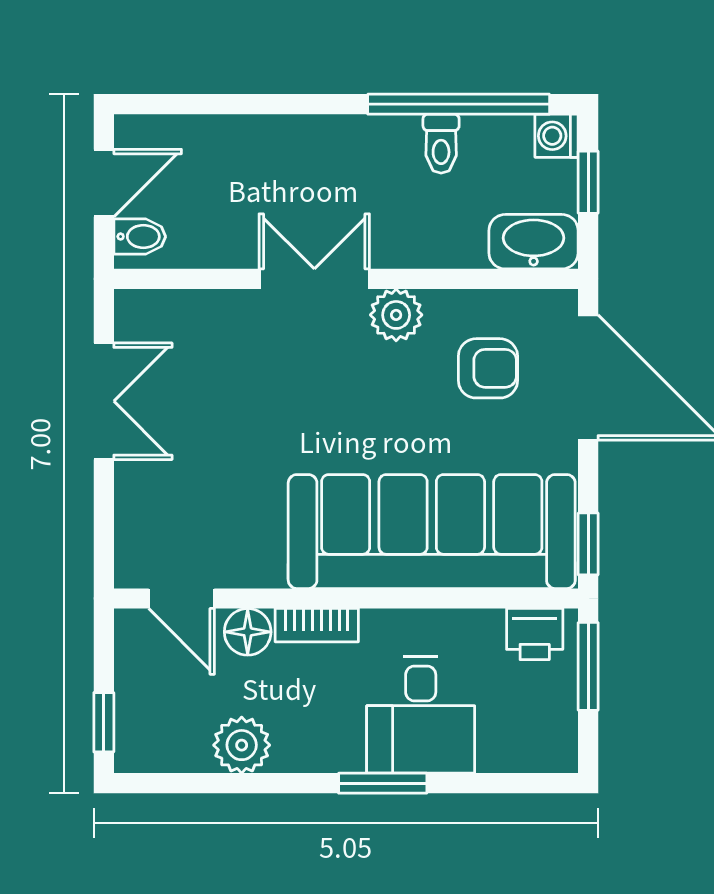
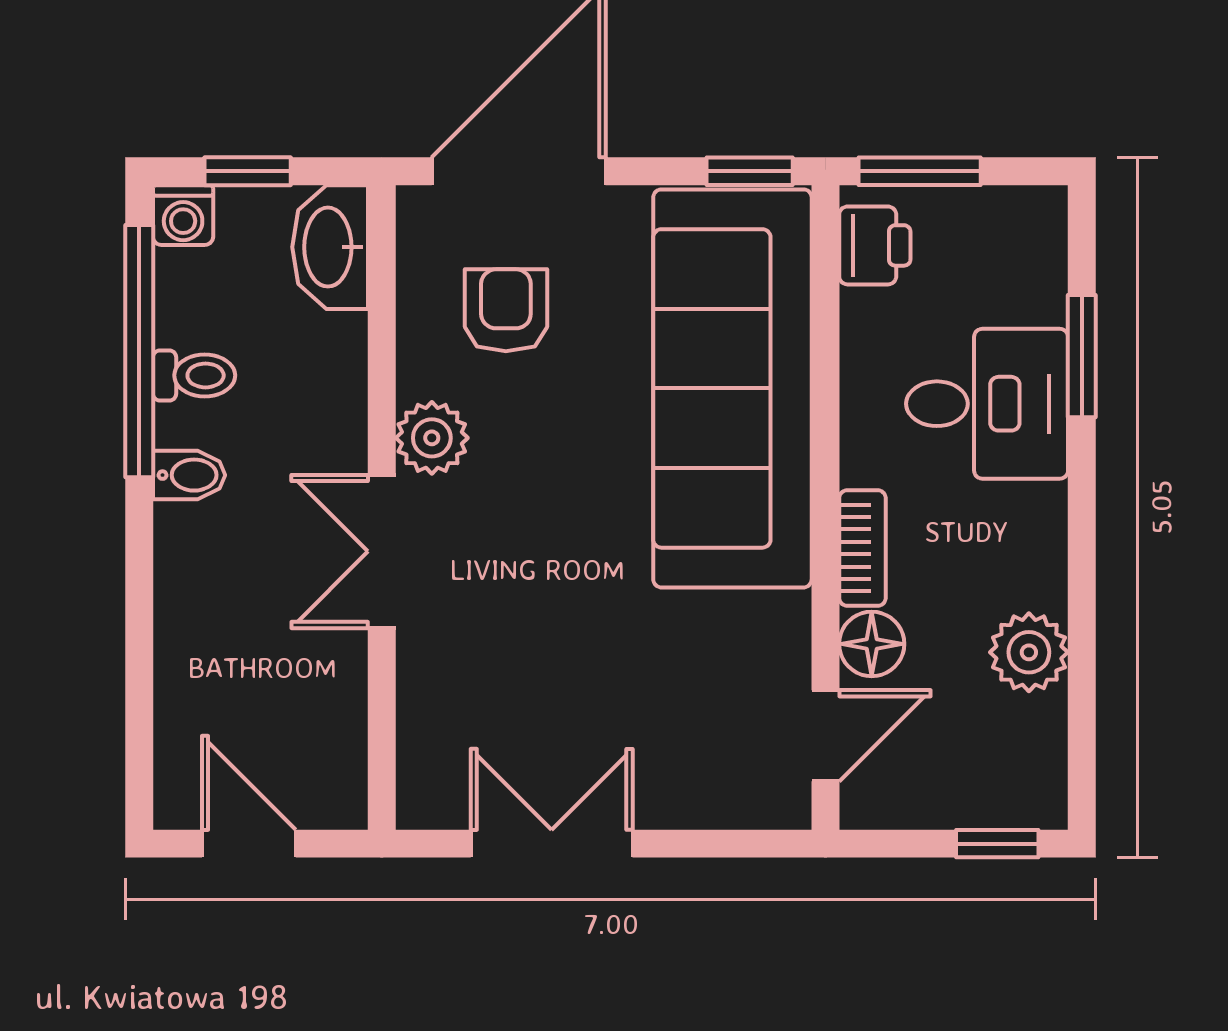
bidet: (140, 237) -> (189, 475), moved, turned 90
window: (383, 783) -> (1082, 356), moved

